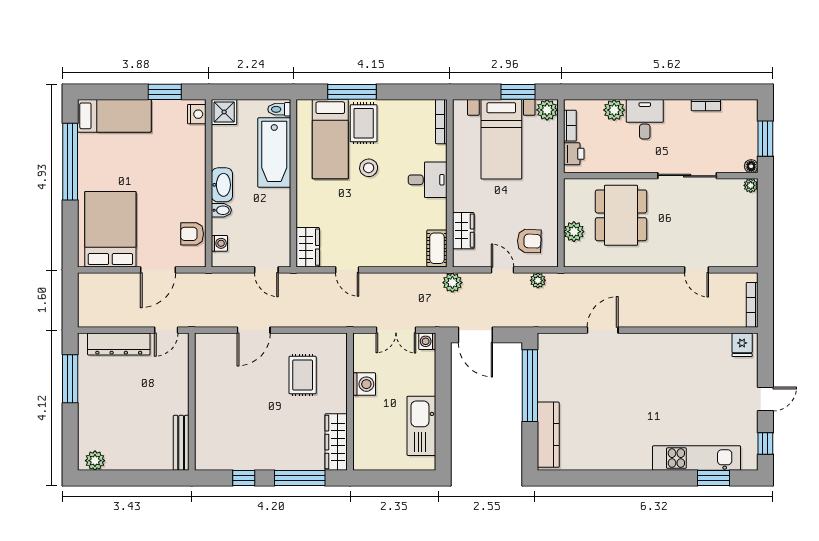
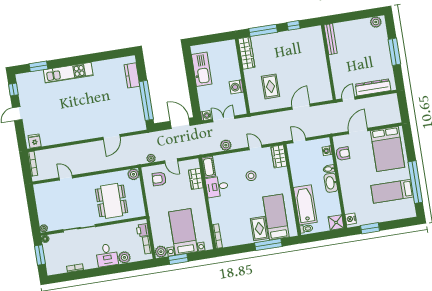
bed: (114, 116) -> (392, 191), moved
stool: (369, 168) -> (251, 176), moved
desk: (428, 180) -> (217, 187), moved
plant: (574, 232) -> (133, 174), moved
plant: (452, 283) -> (226, 145), moved
window: (70, 379) -> (394, 52), moved
kitchen counter: (548, 435) -> (132, 75), width x0.67
kitchen unit: (697, 458) -> (68, 73), moved

